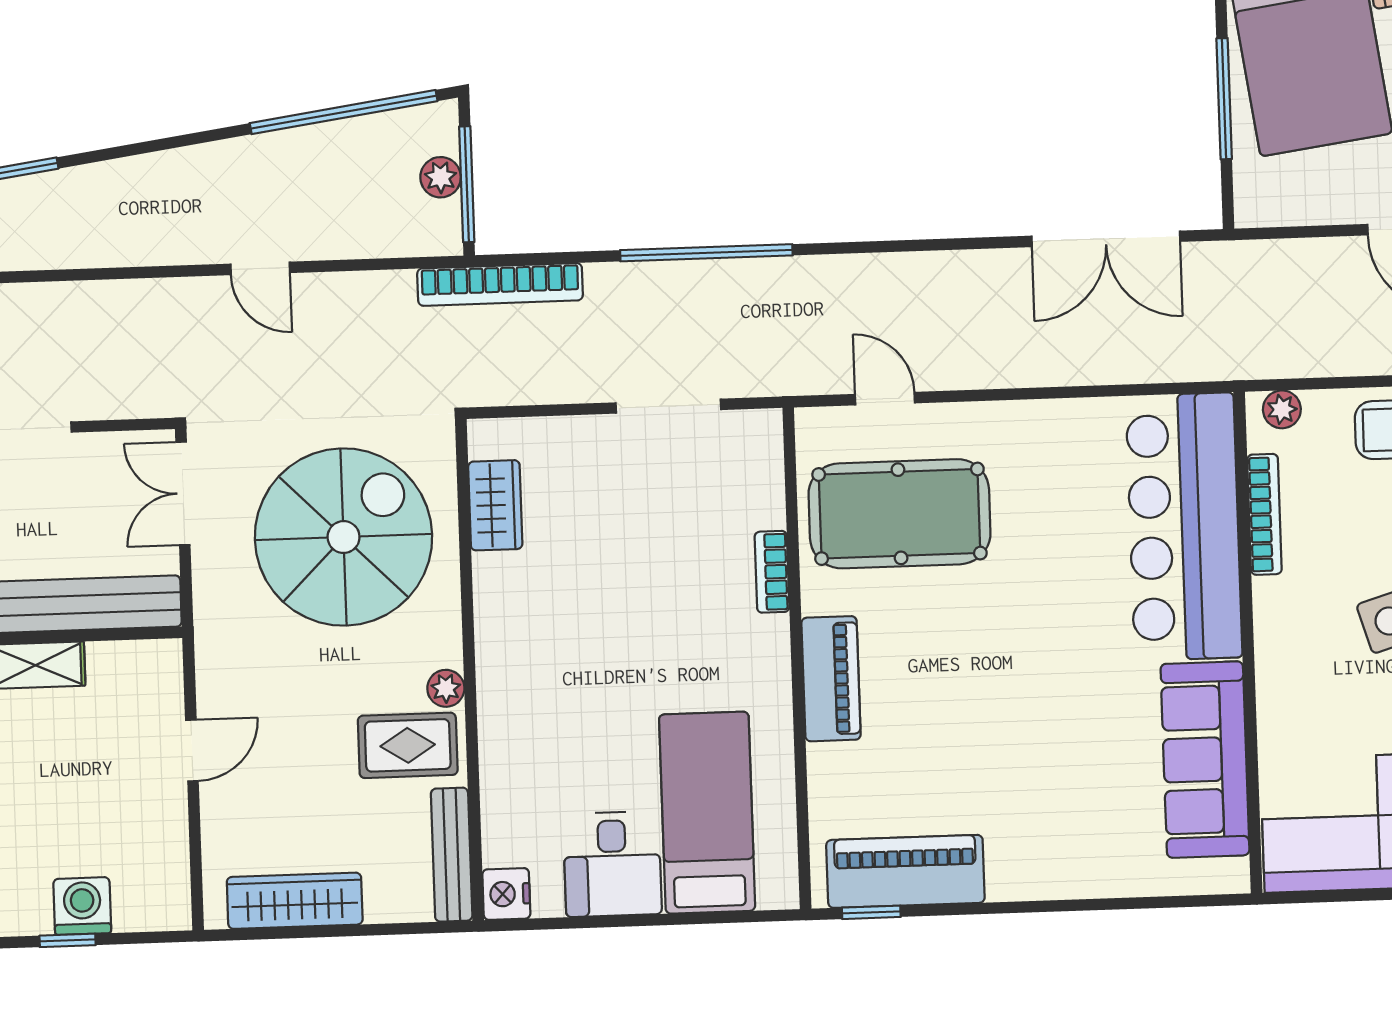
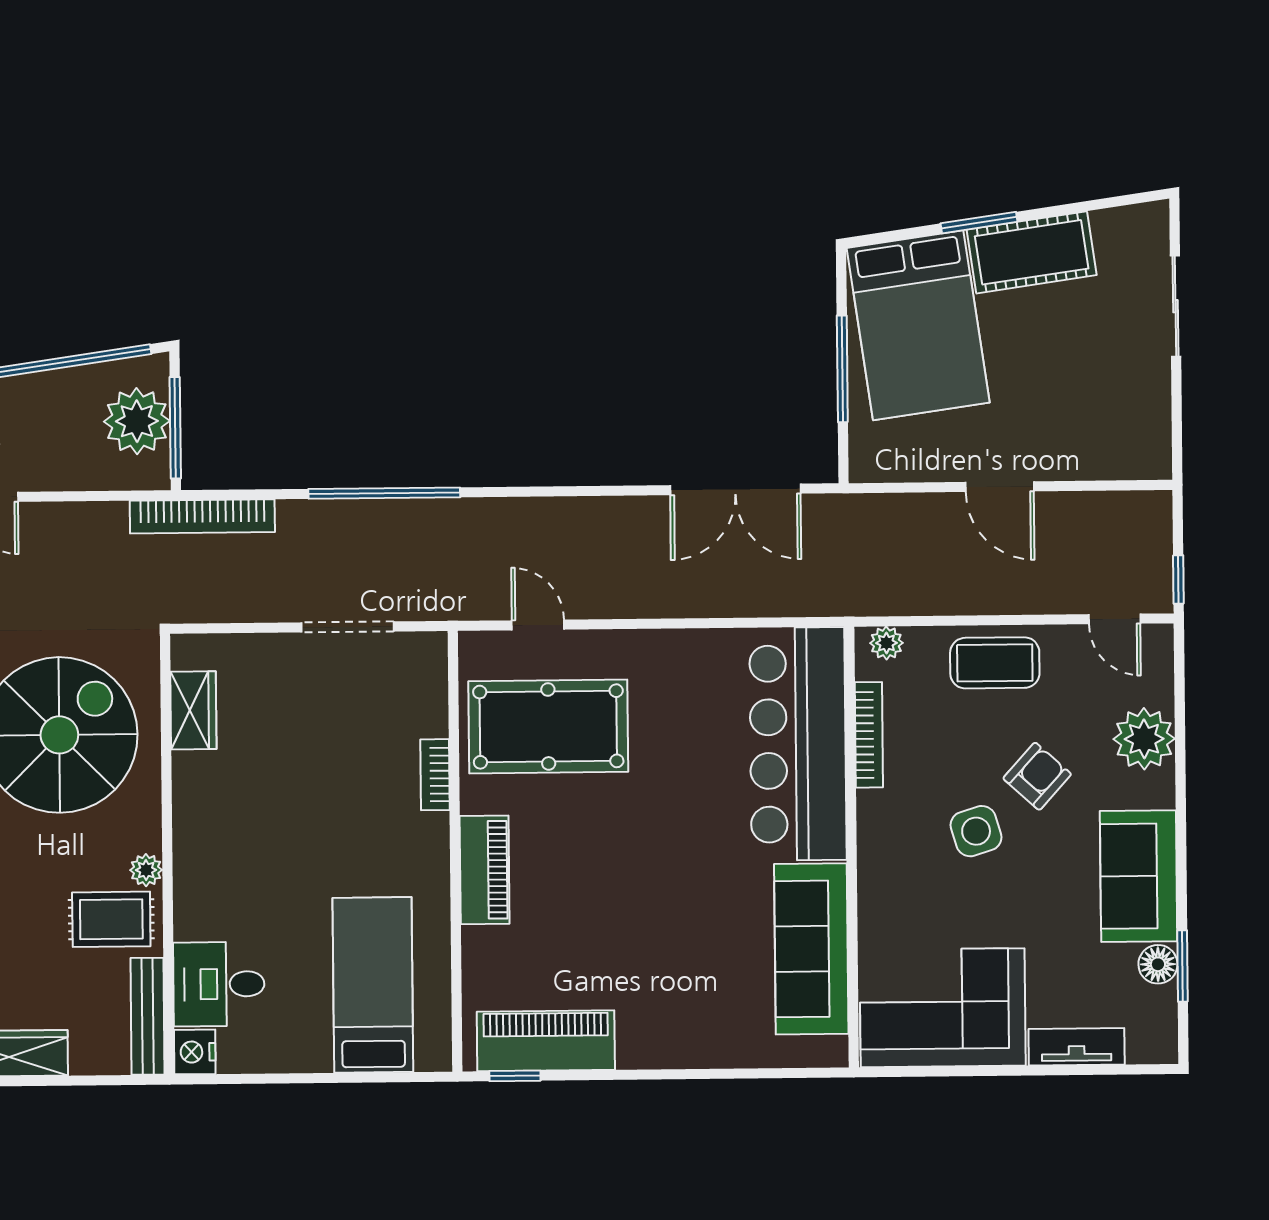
plant: (441, 177) -> (137, 421), width x1.88, depth x1.88
desk: (612, 864) -> (219, 984), moved, turned 90

